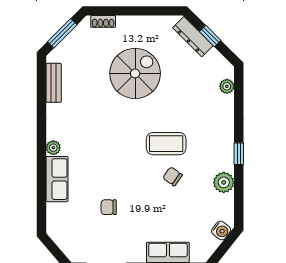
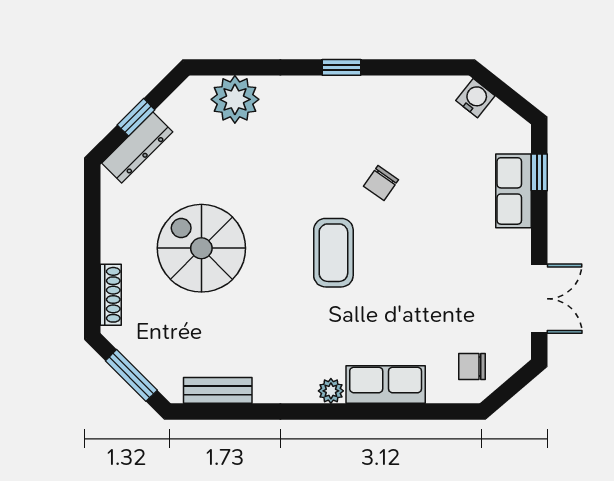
shoe rack: (103, 21) -> (111, 295), width x1.43
plant: (227, 86) -> (235, 99), width x1.87, depth x1.87
coffee table: (166, 144) -> (333, 253), moved
plant: (224, 182) -> (391, 94), removed
chair: (109, 207) -> (472, 366), moved, turned 90

